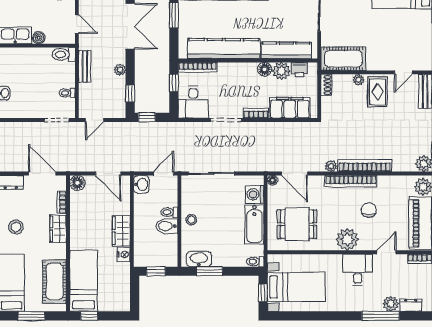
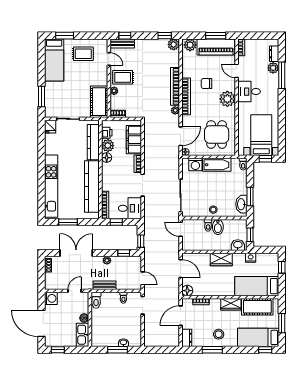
rug: (411, 37) -> (83, 54), added
door: (108, 173) -> (181, 269), hinge flipped
washbasin: (141, 184) -> (238, 245), moved
wardrobe: (58, 229) -> (231, 304), moved
nightstand: (124, 255) -> (251, 258), moved
window: (89, 316) -> (282, 267), moved

